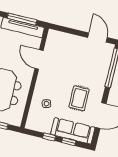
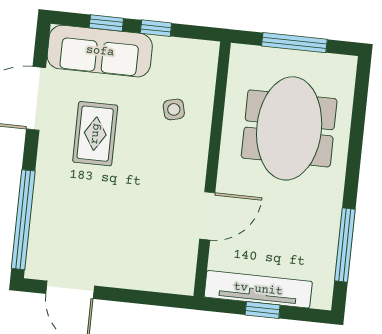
window: (22, 19) -> (263, 310), width x0.46
door: (39, 60) -> (207, 216), hinge flipped

